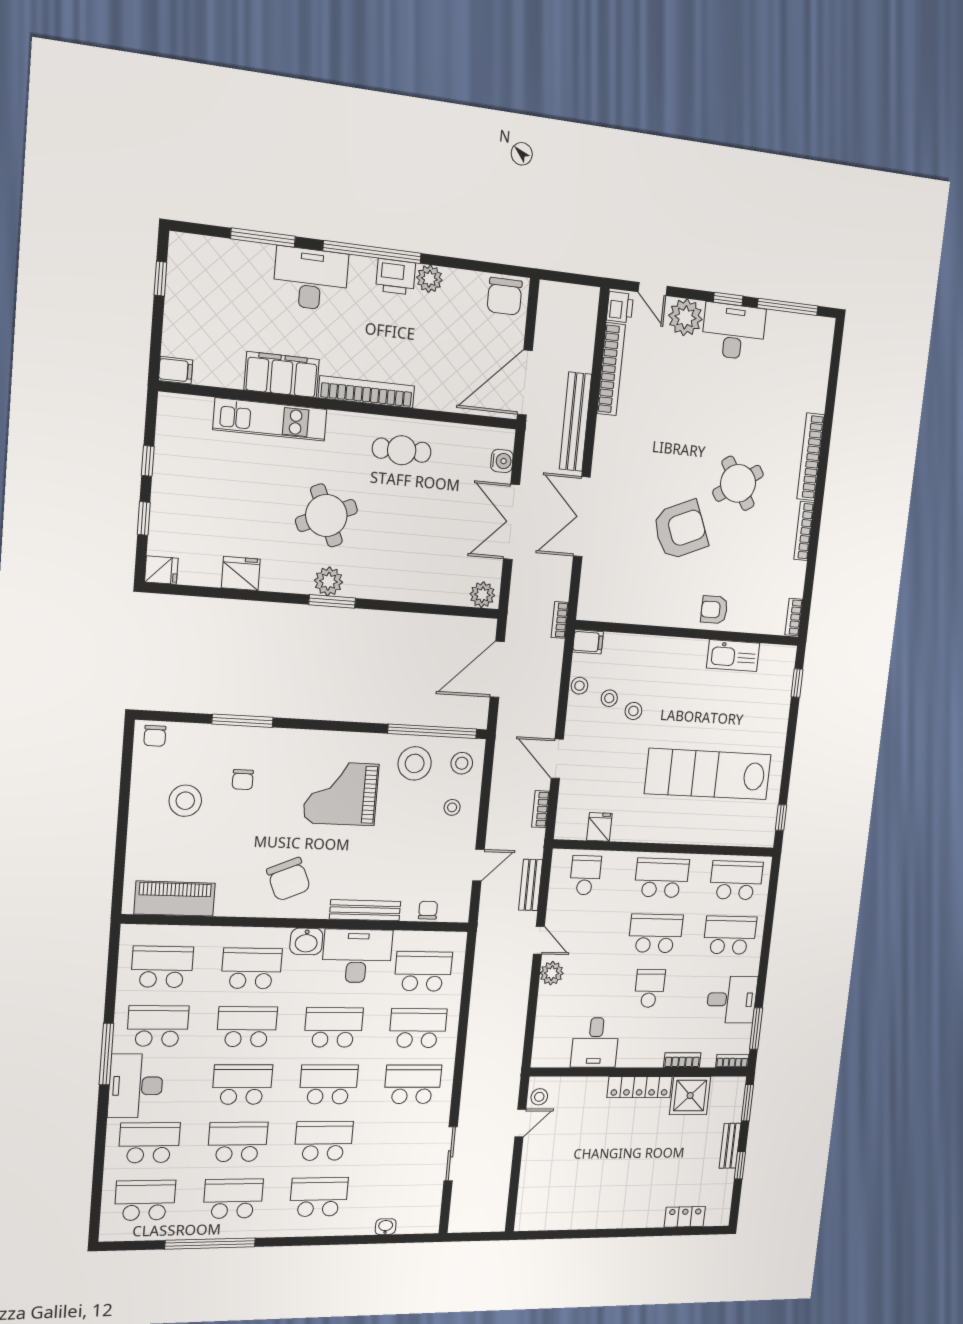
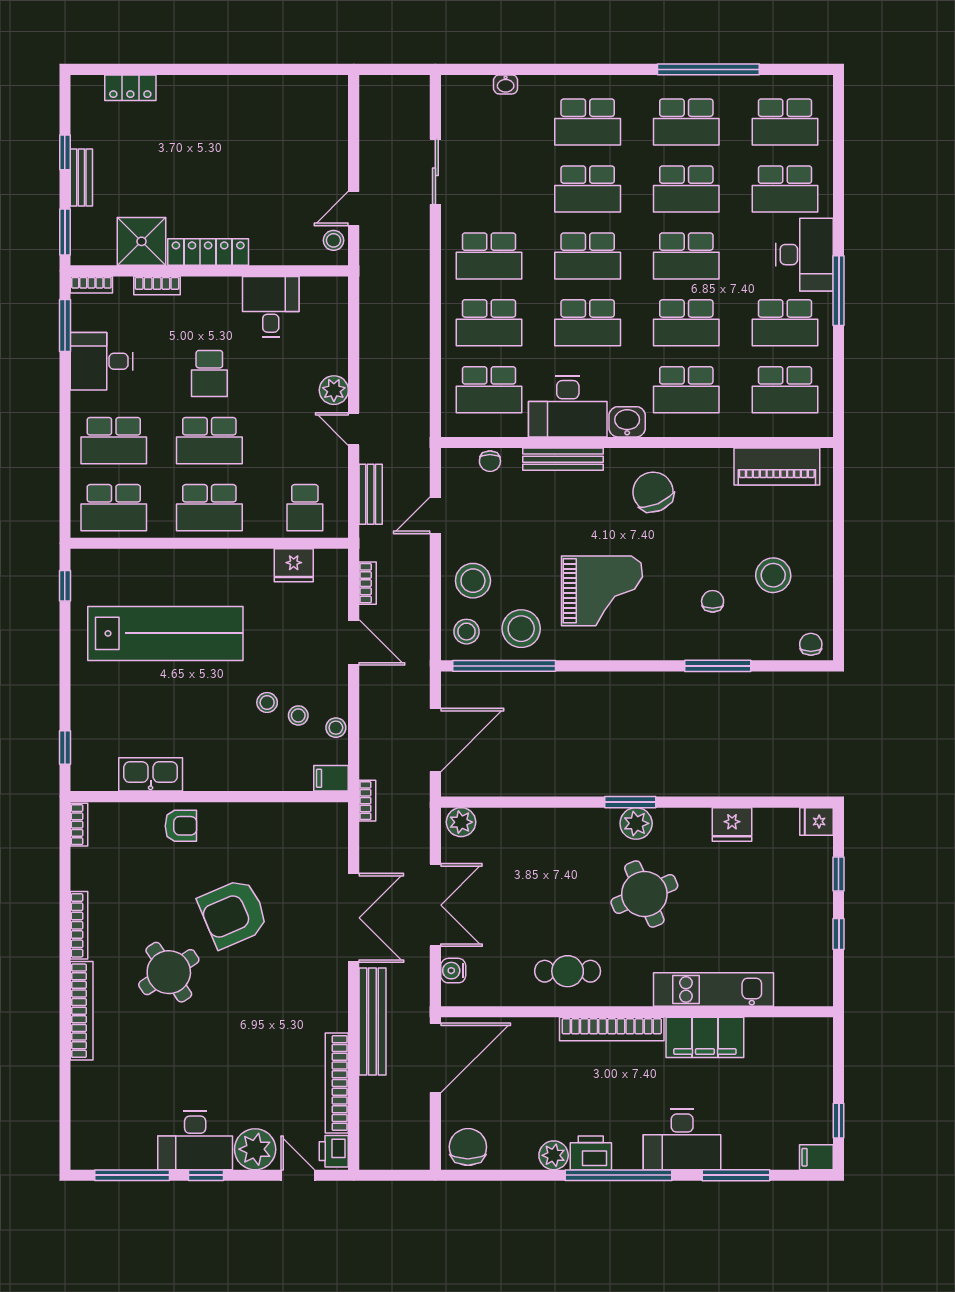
filing cabinet: (176, 370) -> (816, 1157), moved
stool: (452, 807) -> (473, 581), width x1.89, depth x1.89
fridge: (599, 827) -> (294, 565), width x1.38

